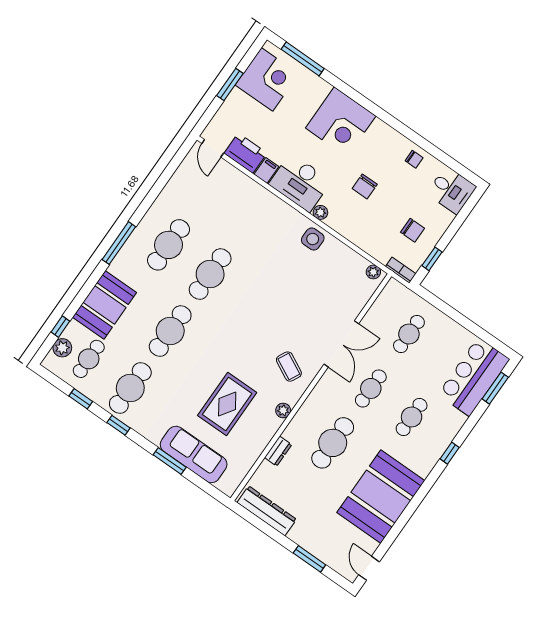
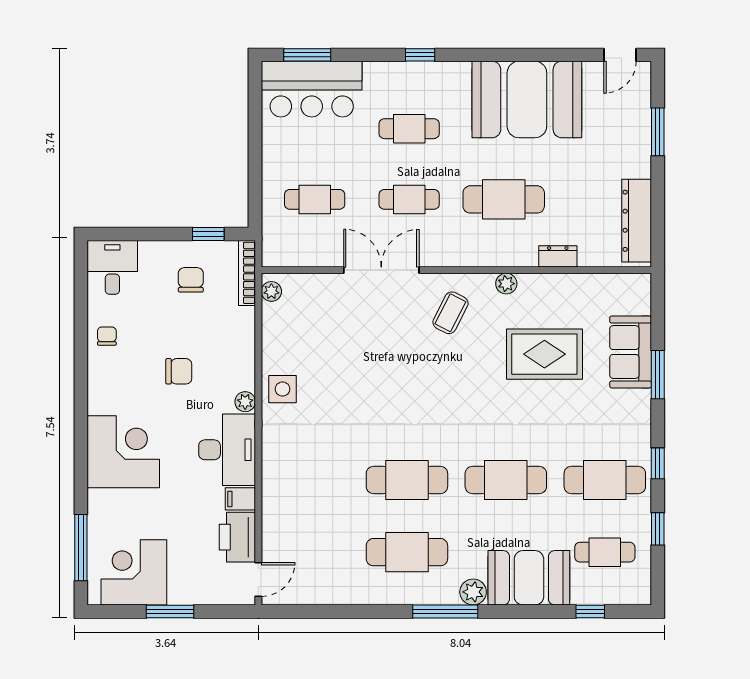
bookcase: (401, 270) -> (247, 273), width x1.56
plant: (62, 348) -> (473, 592), moved
sofa: (194, 454) -> (631, 352), width x0.73

